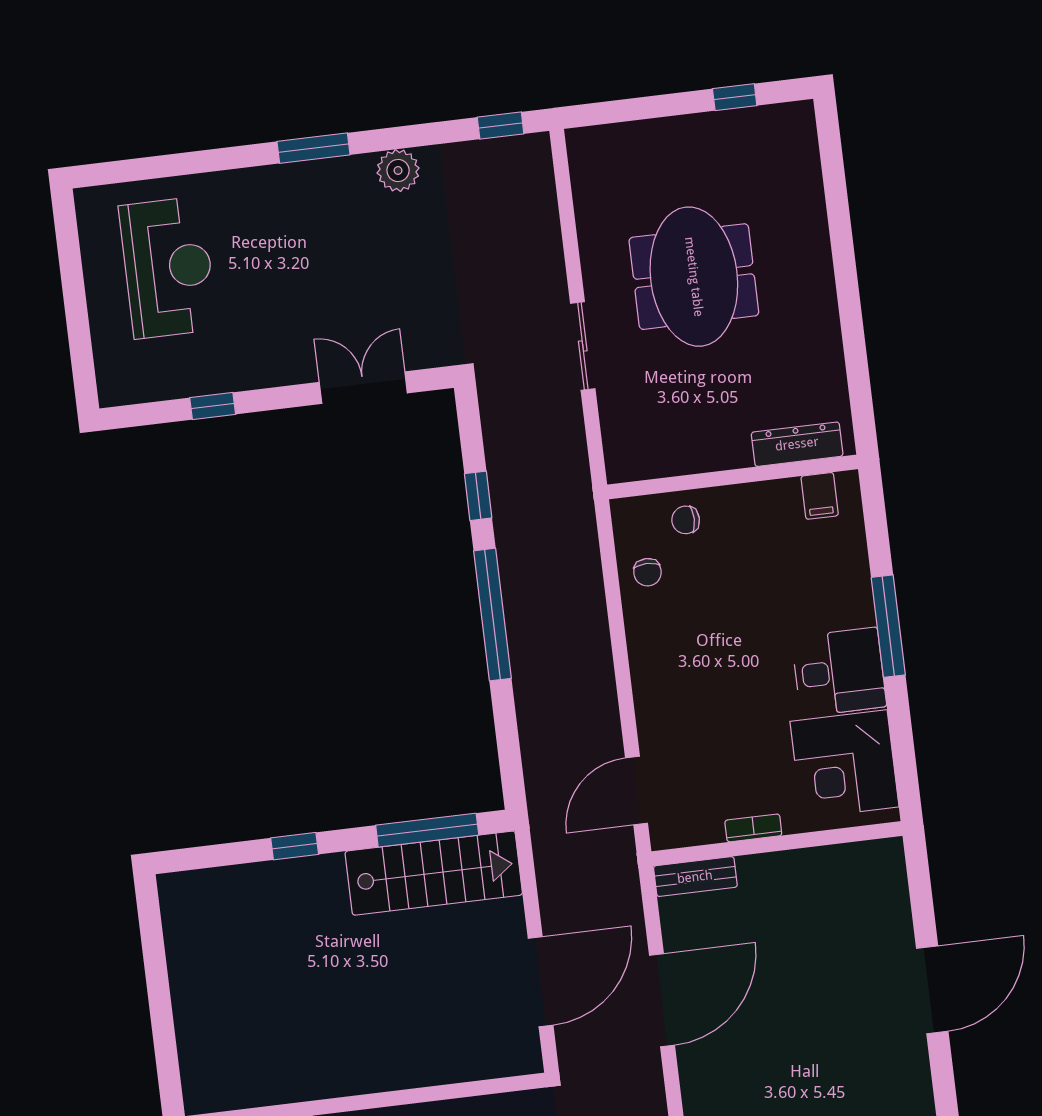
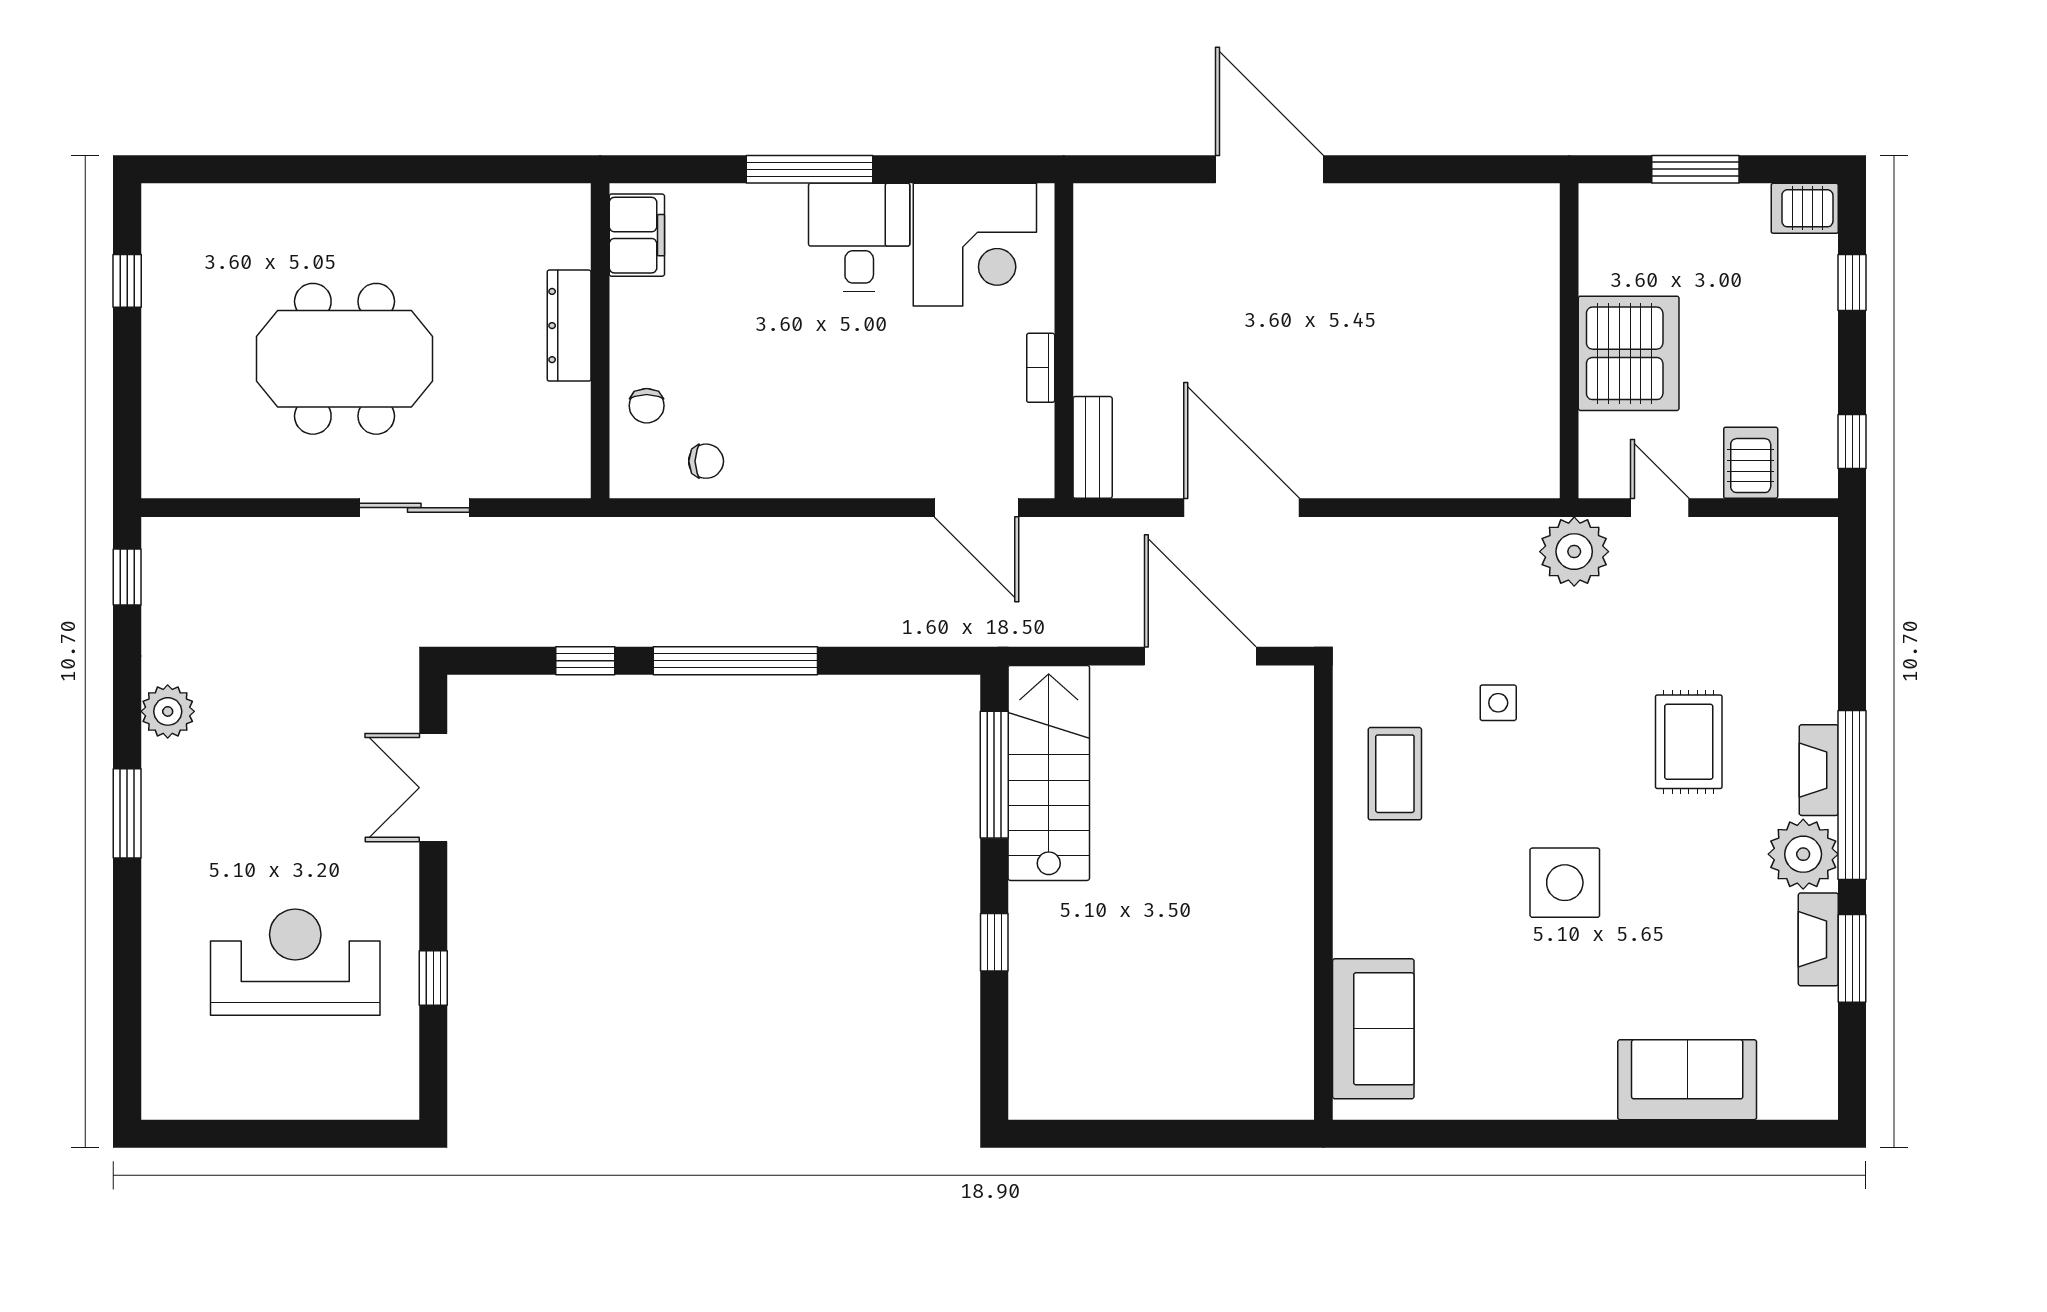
reception desk: (168, 268) -> (295, 962), moved
dresser: (797, 444) -> (569, 326), moved
filing cabinet: (820, 496) -> (637, 235), width x2.00

